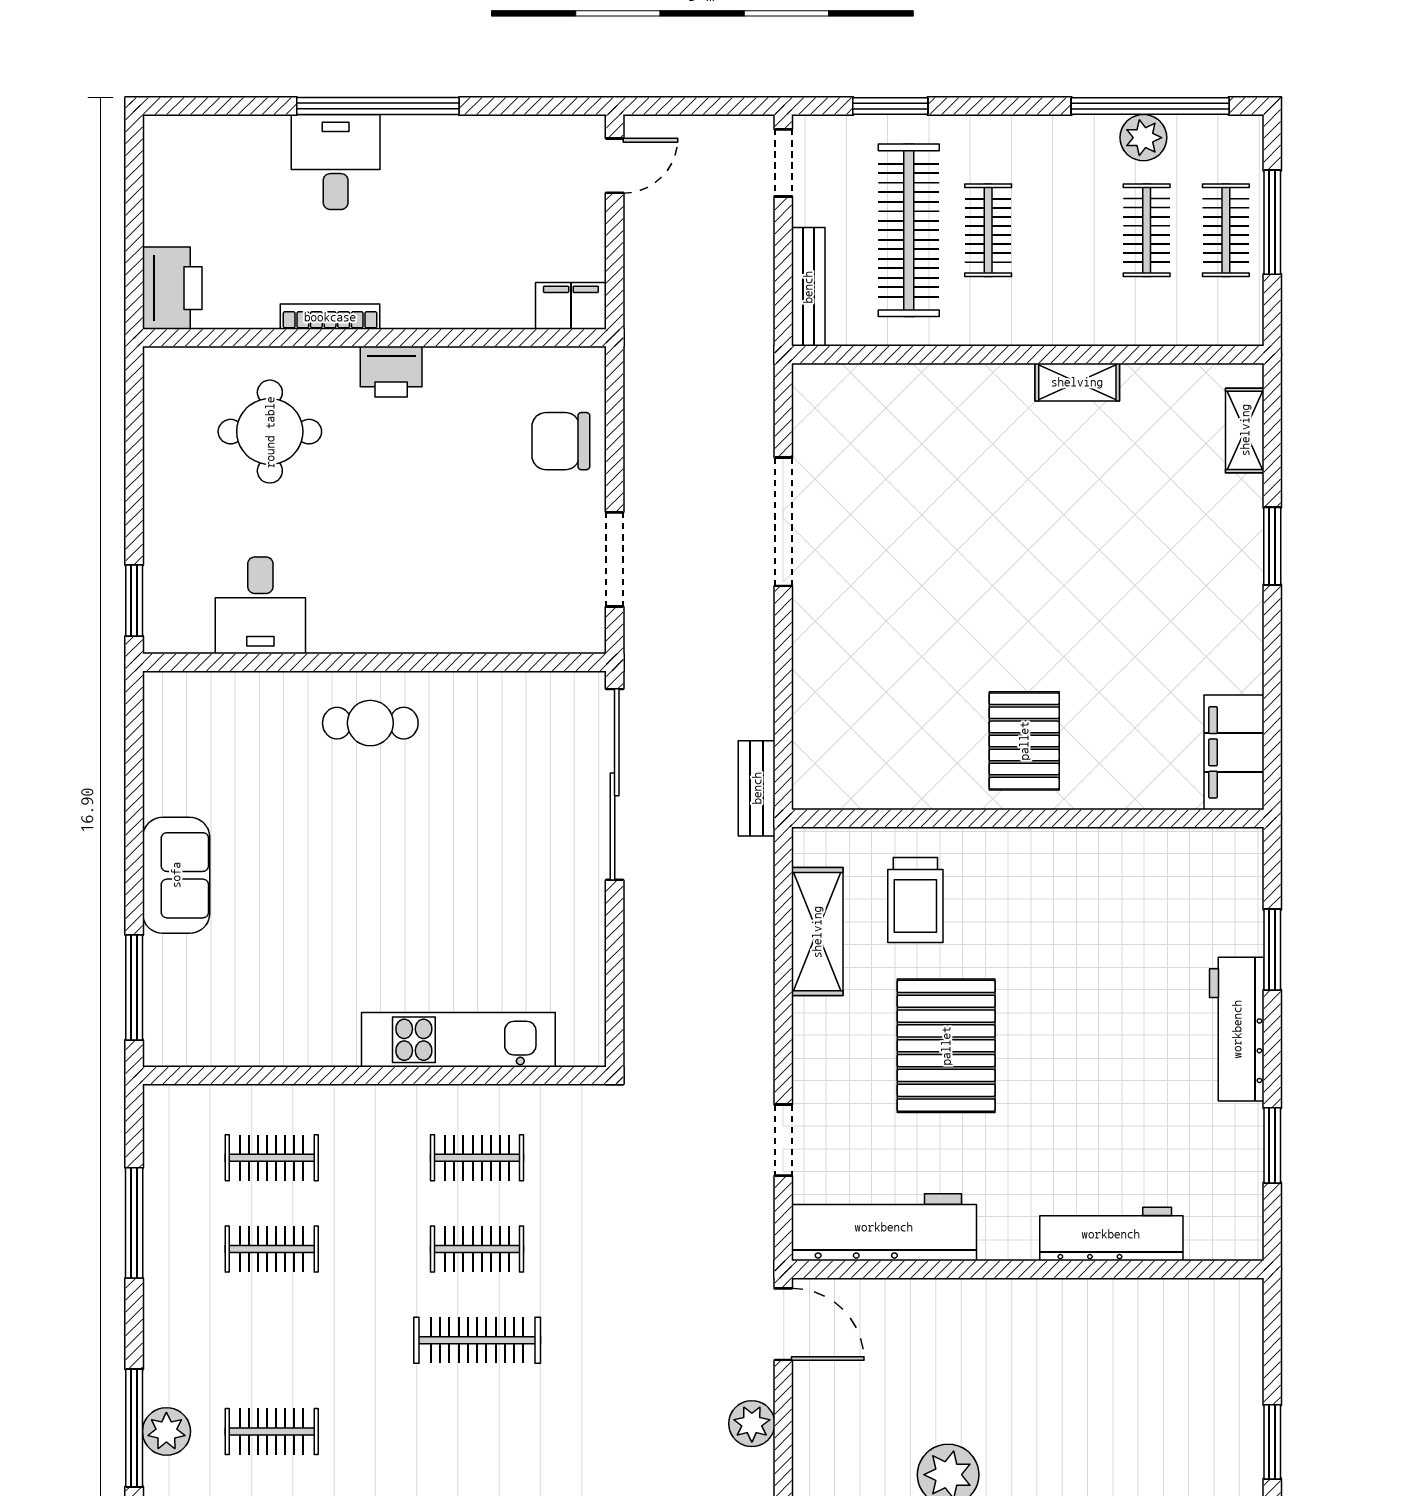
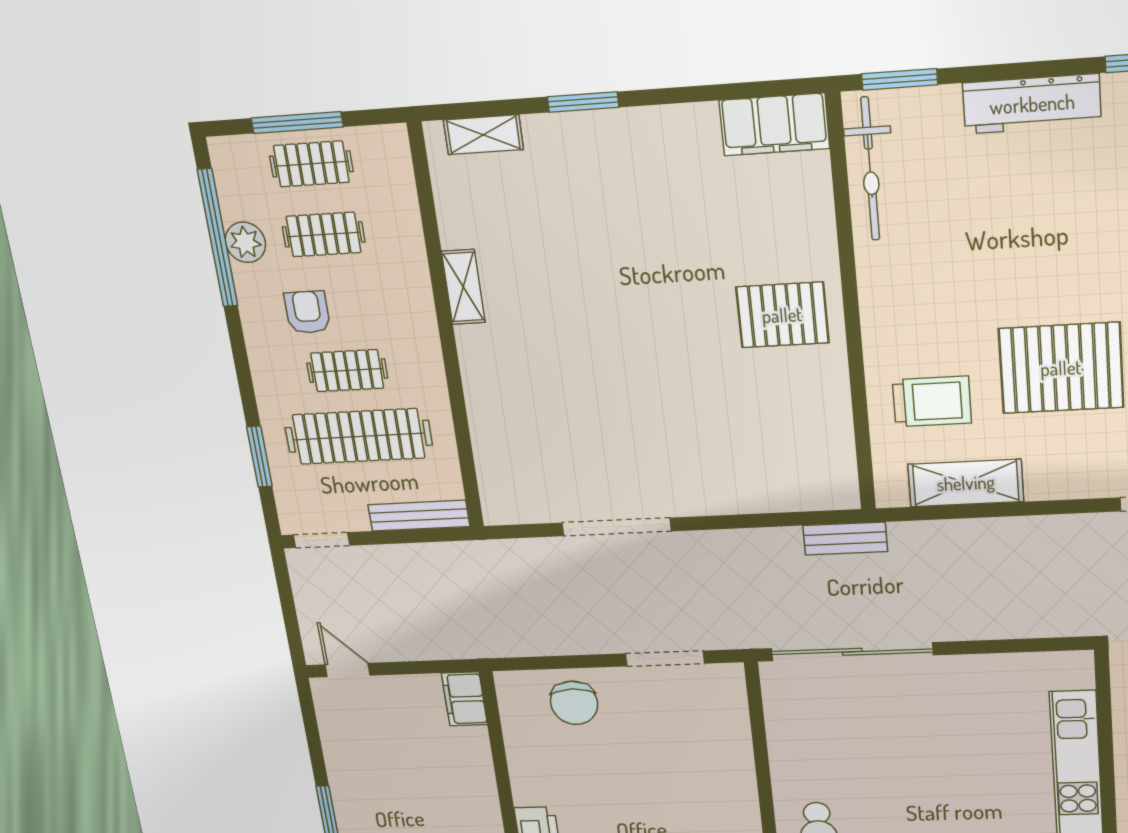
armchair: (1059, 195) -> (307, 312), added
bicycle: (1179, 852) -> (870, 169), added
window: (1272, 950) -> (900, 79), moved

